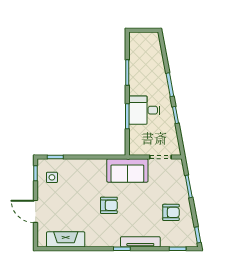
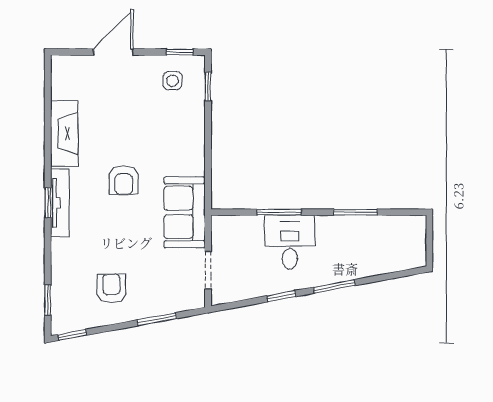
armchair: (171, 212) -> (111, 288), turned 180
fireplace: (66, 239) -> (64, 134), moved
tv unit: (140, 242) -> (60, 203), moved

